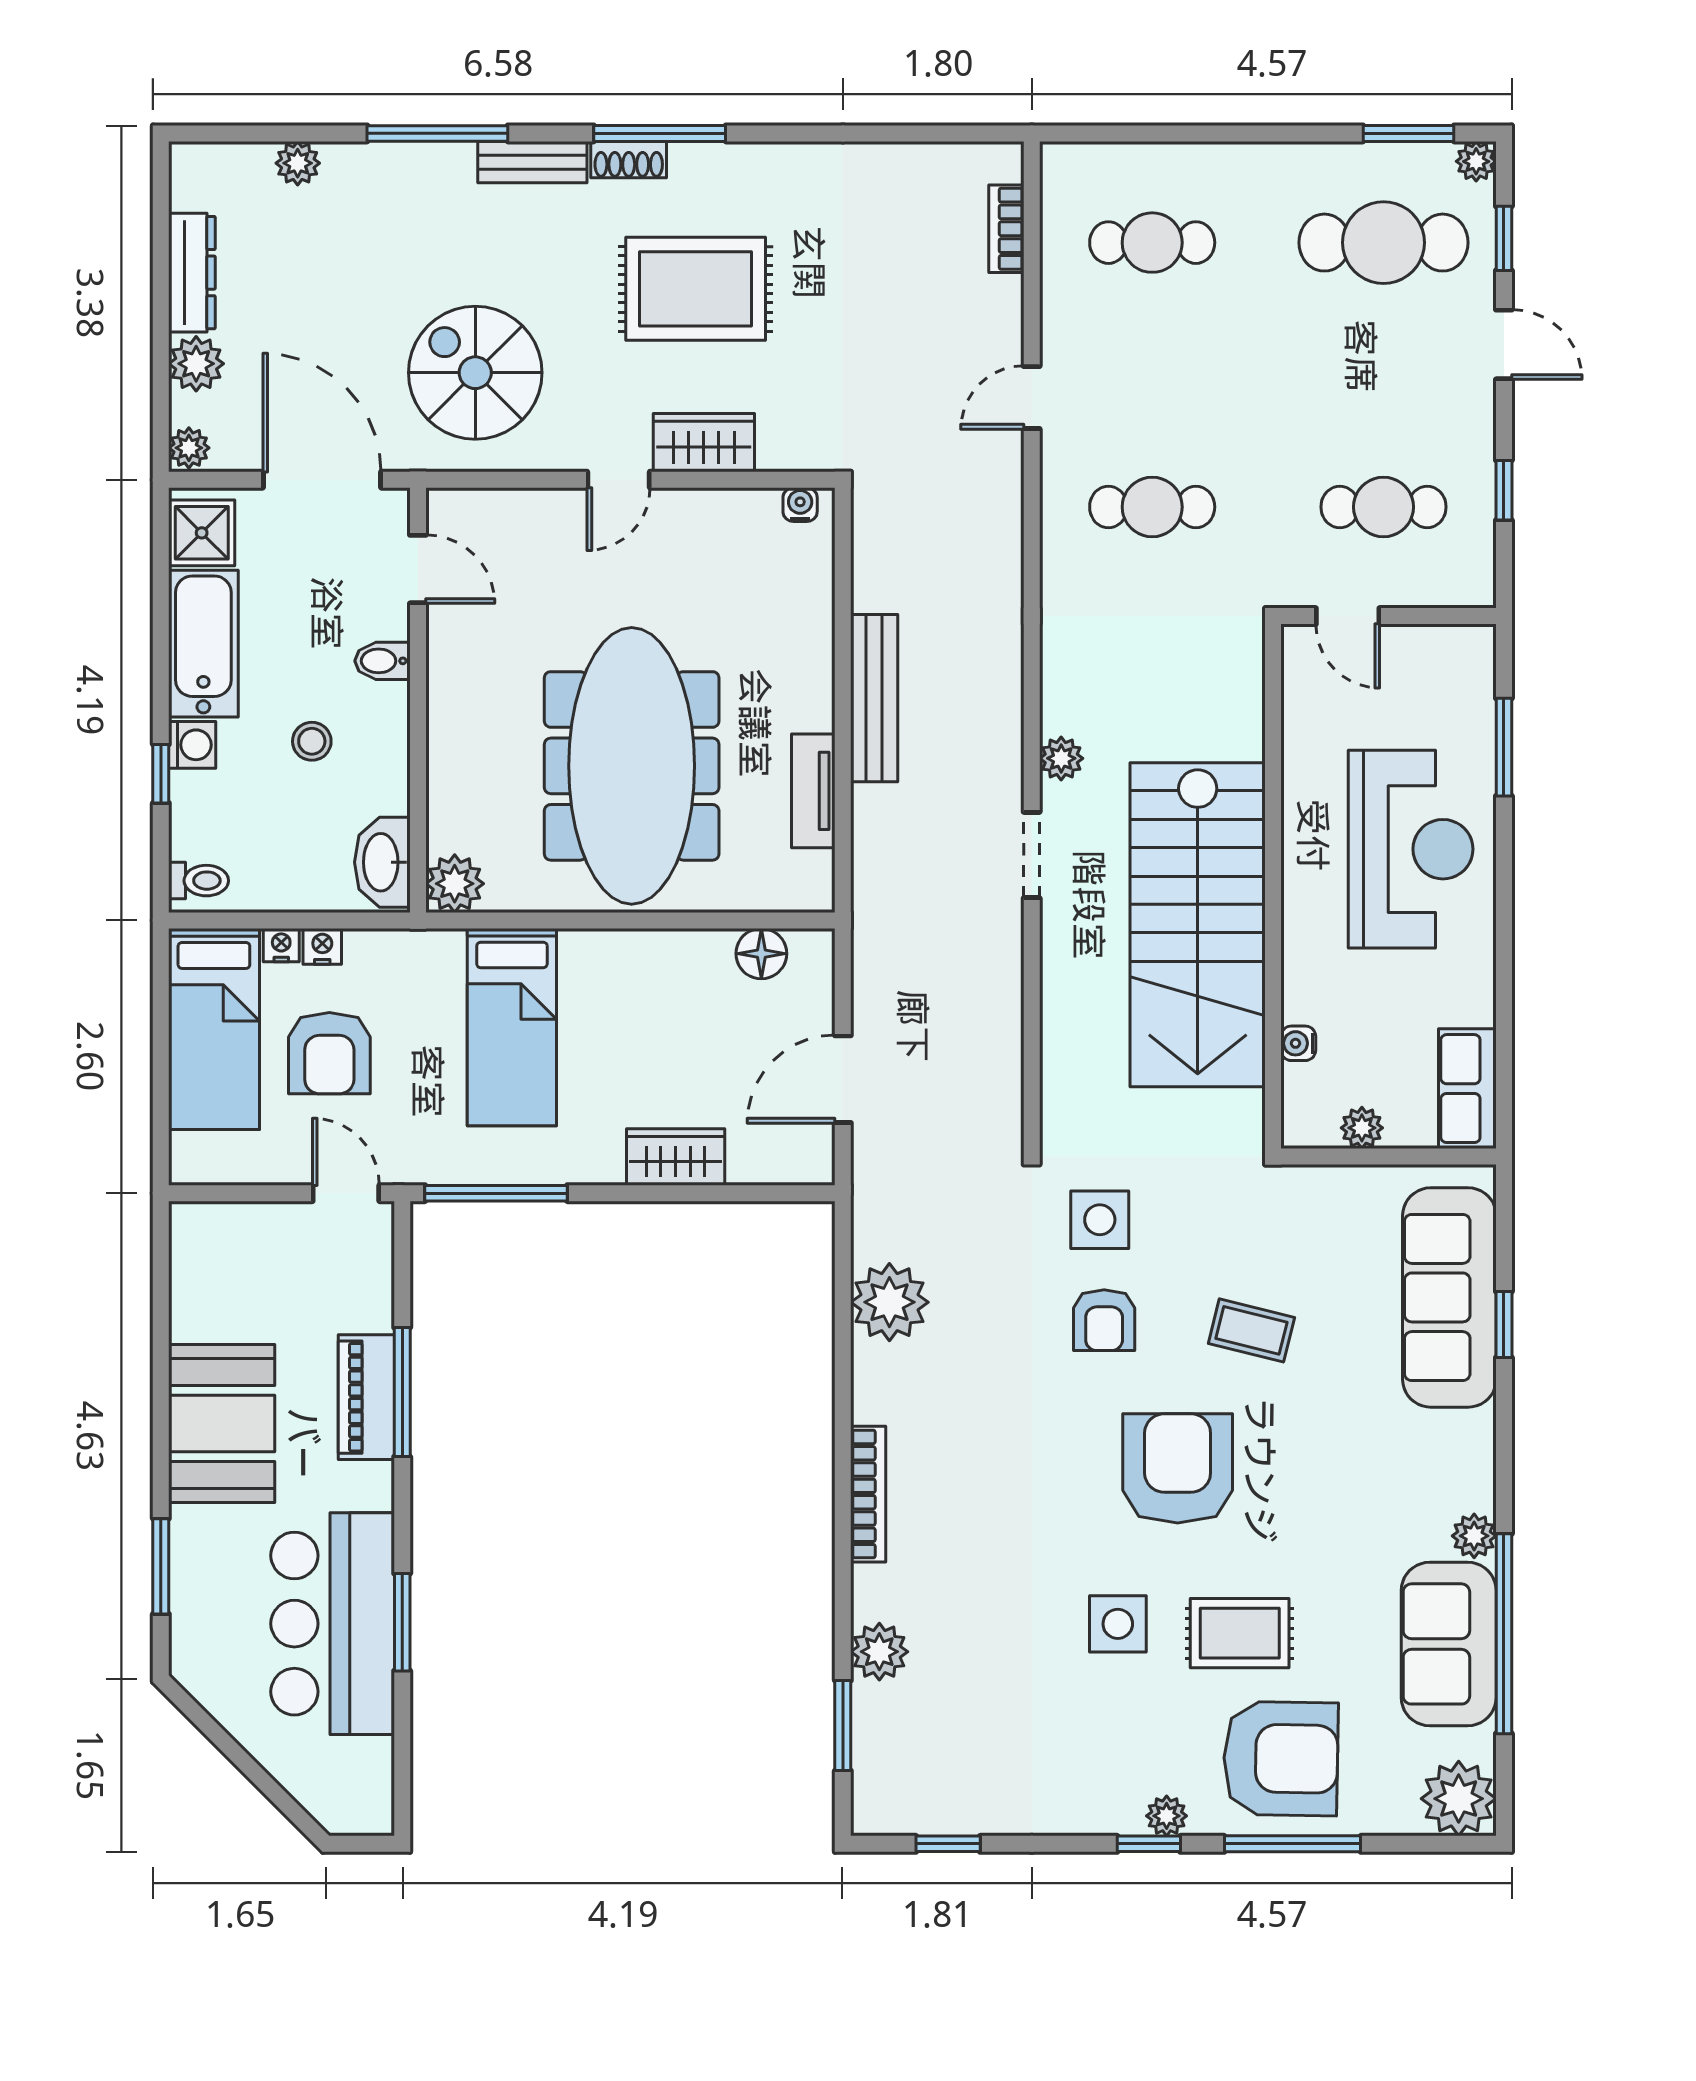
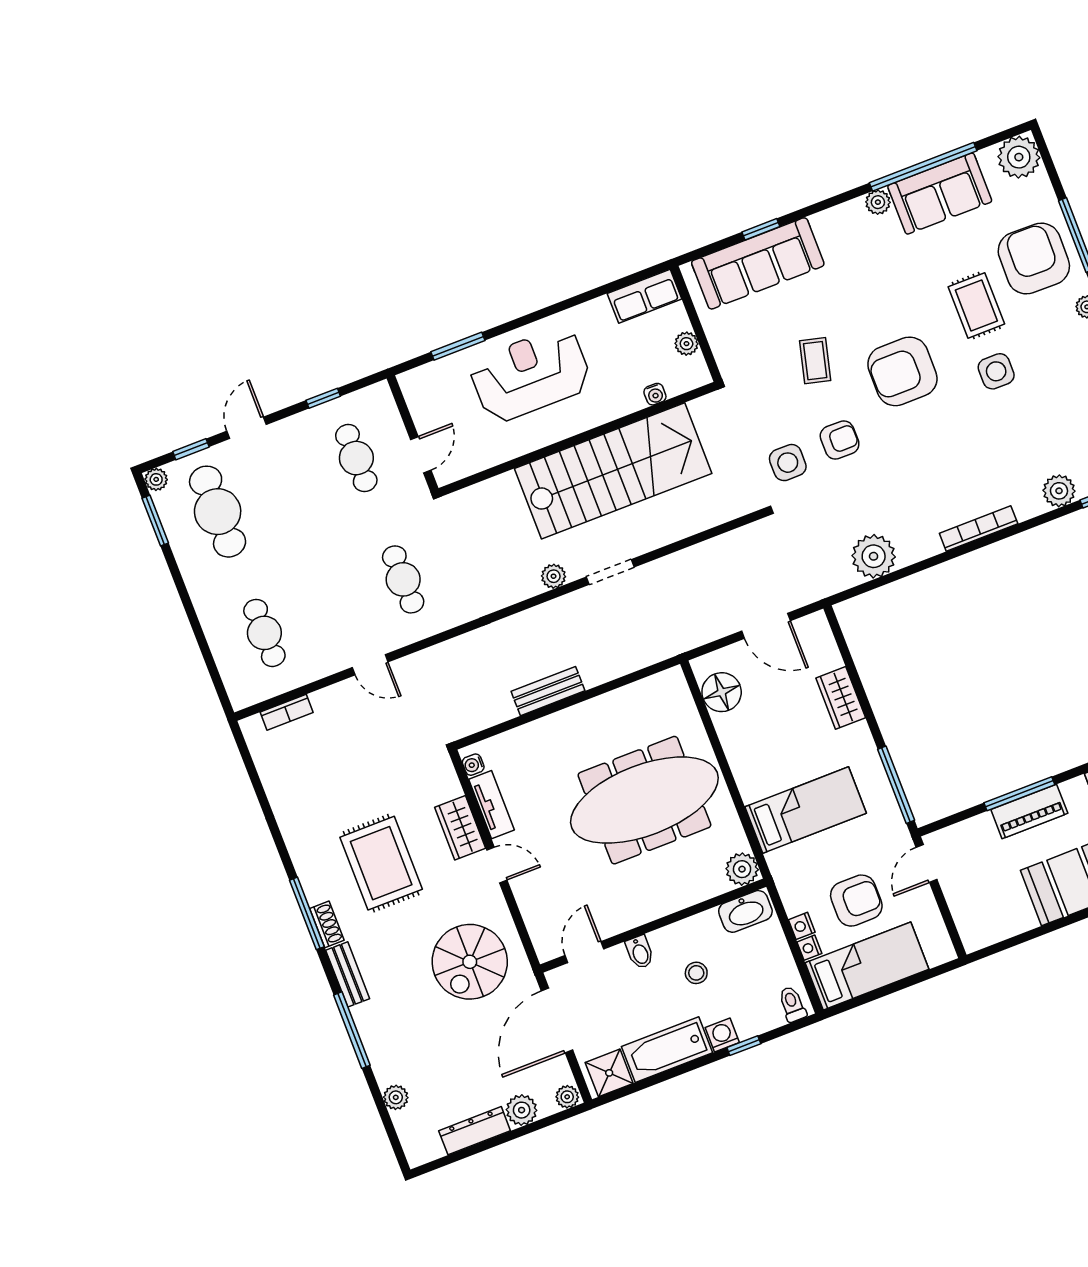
bench: (874, 698) -> (548, 691), width x0.73
tv unit: (813, 791) -> (491, 805), moved, turned -90
floor lamp: (761, 954) -> (722, 692), width x1.38, depth x1.38

